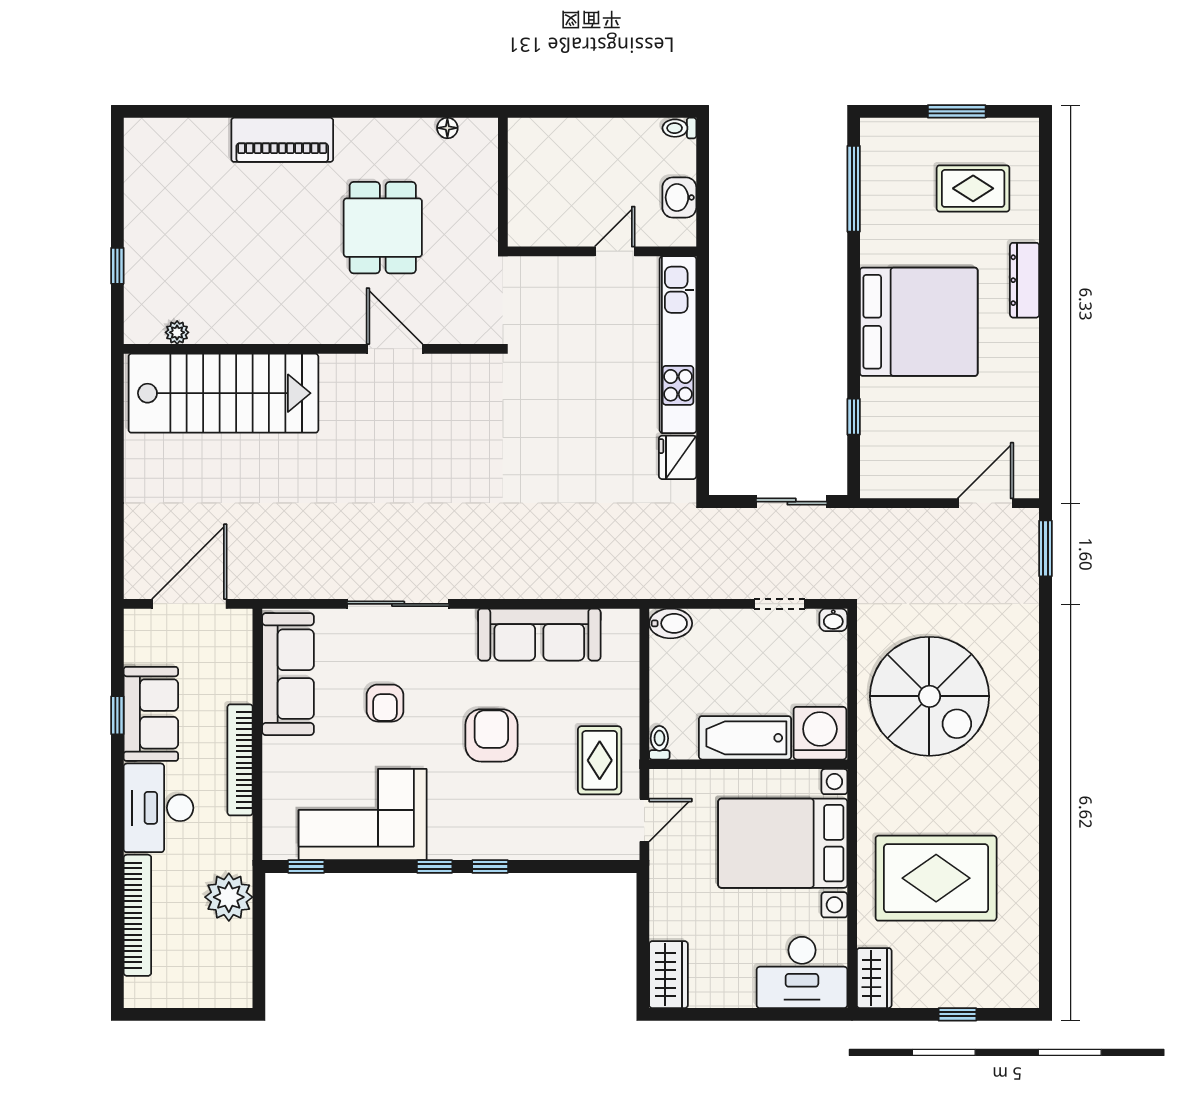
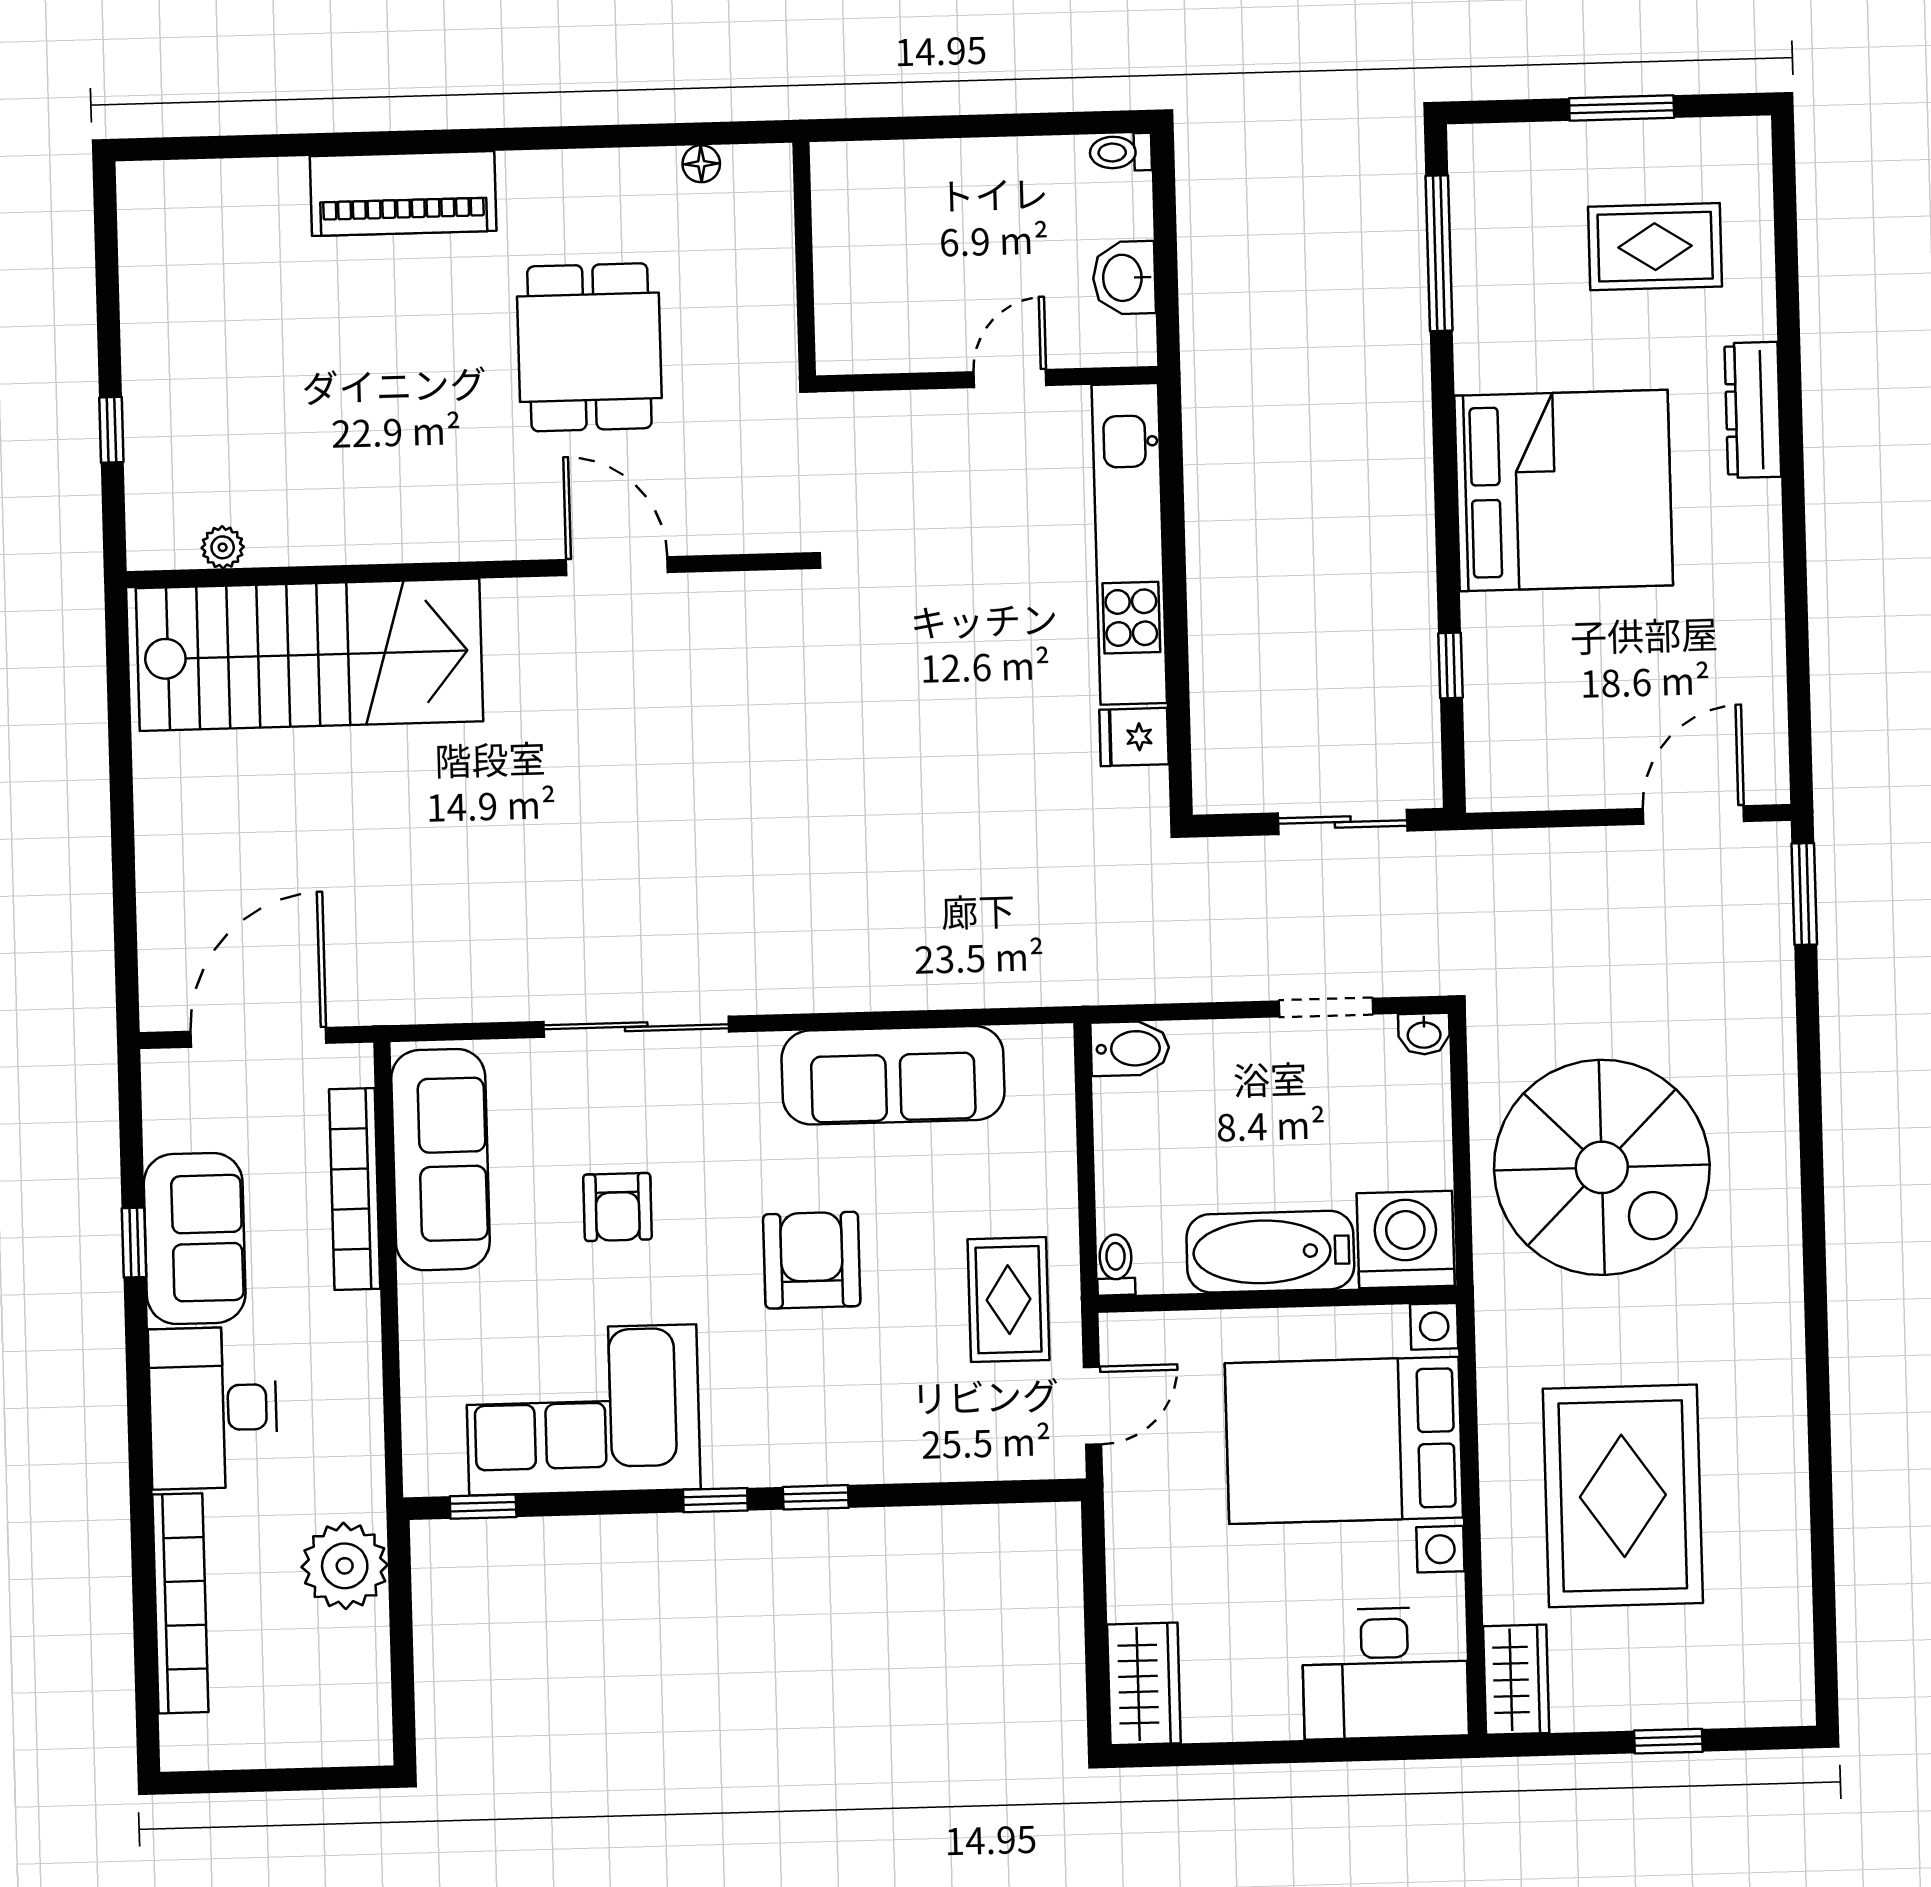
fridge: (678, 457) -> (1134, 737), width x0.72
bookcase: (240, 760) -> (355, 1189), moved
rug: (936, 878) -> (1623, 1496), turned 90

